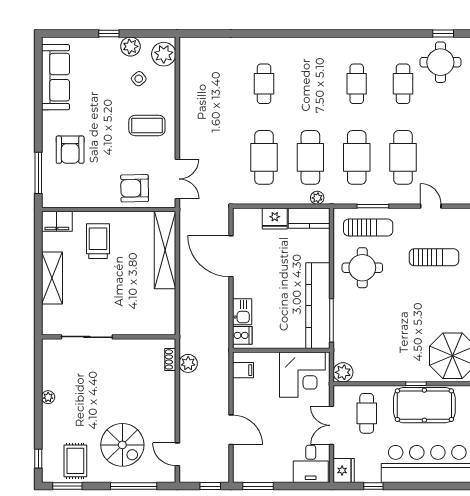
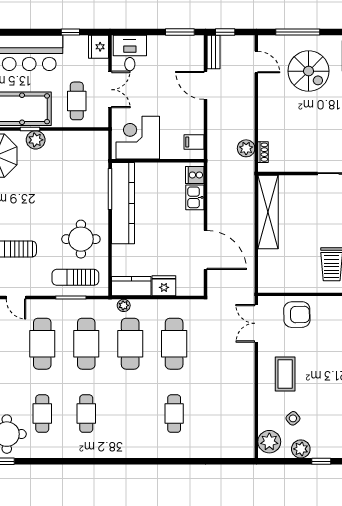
coffee table: (147, 125) -> (285, 374), turned 90
shelving: (165, 250) -> (268, 212), moved
plant: (343, 372) -> (36, 140), moved
spiral stairs: (122, 445) -> (309, 71), turned 180
bench: (223, 465) -> (213, 52), added

